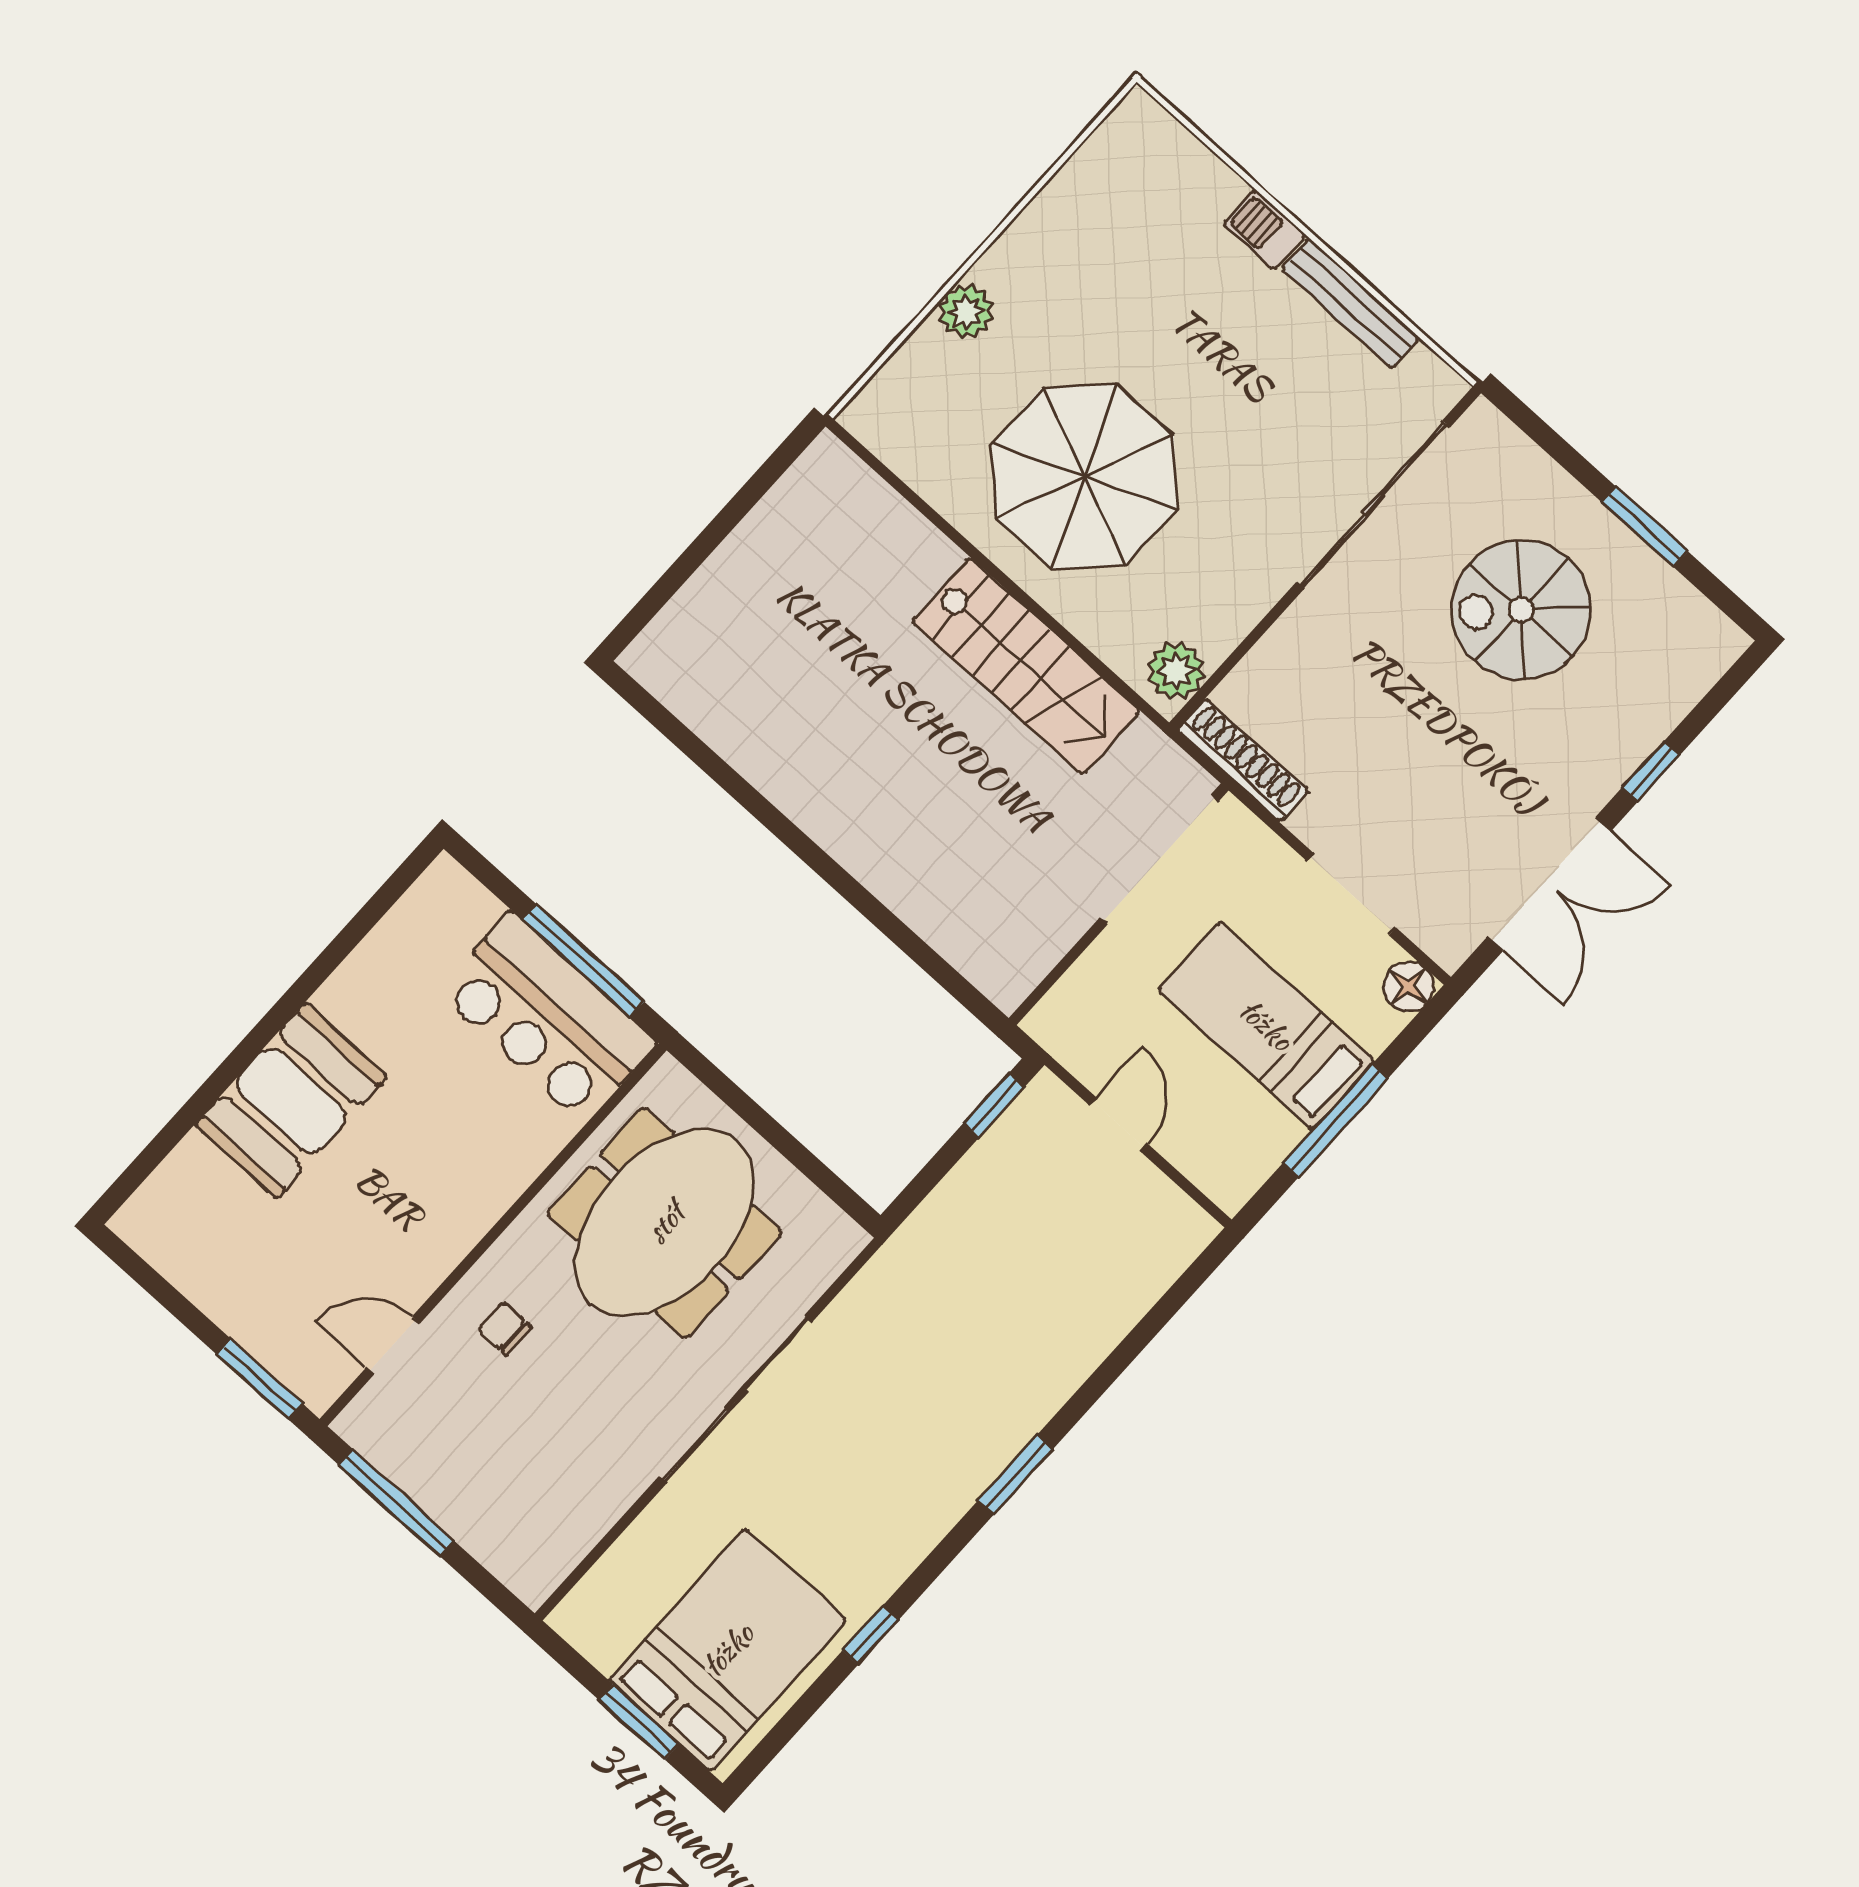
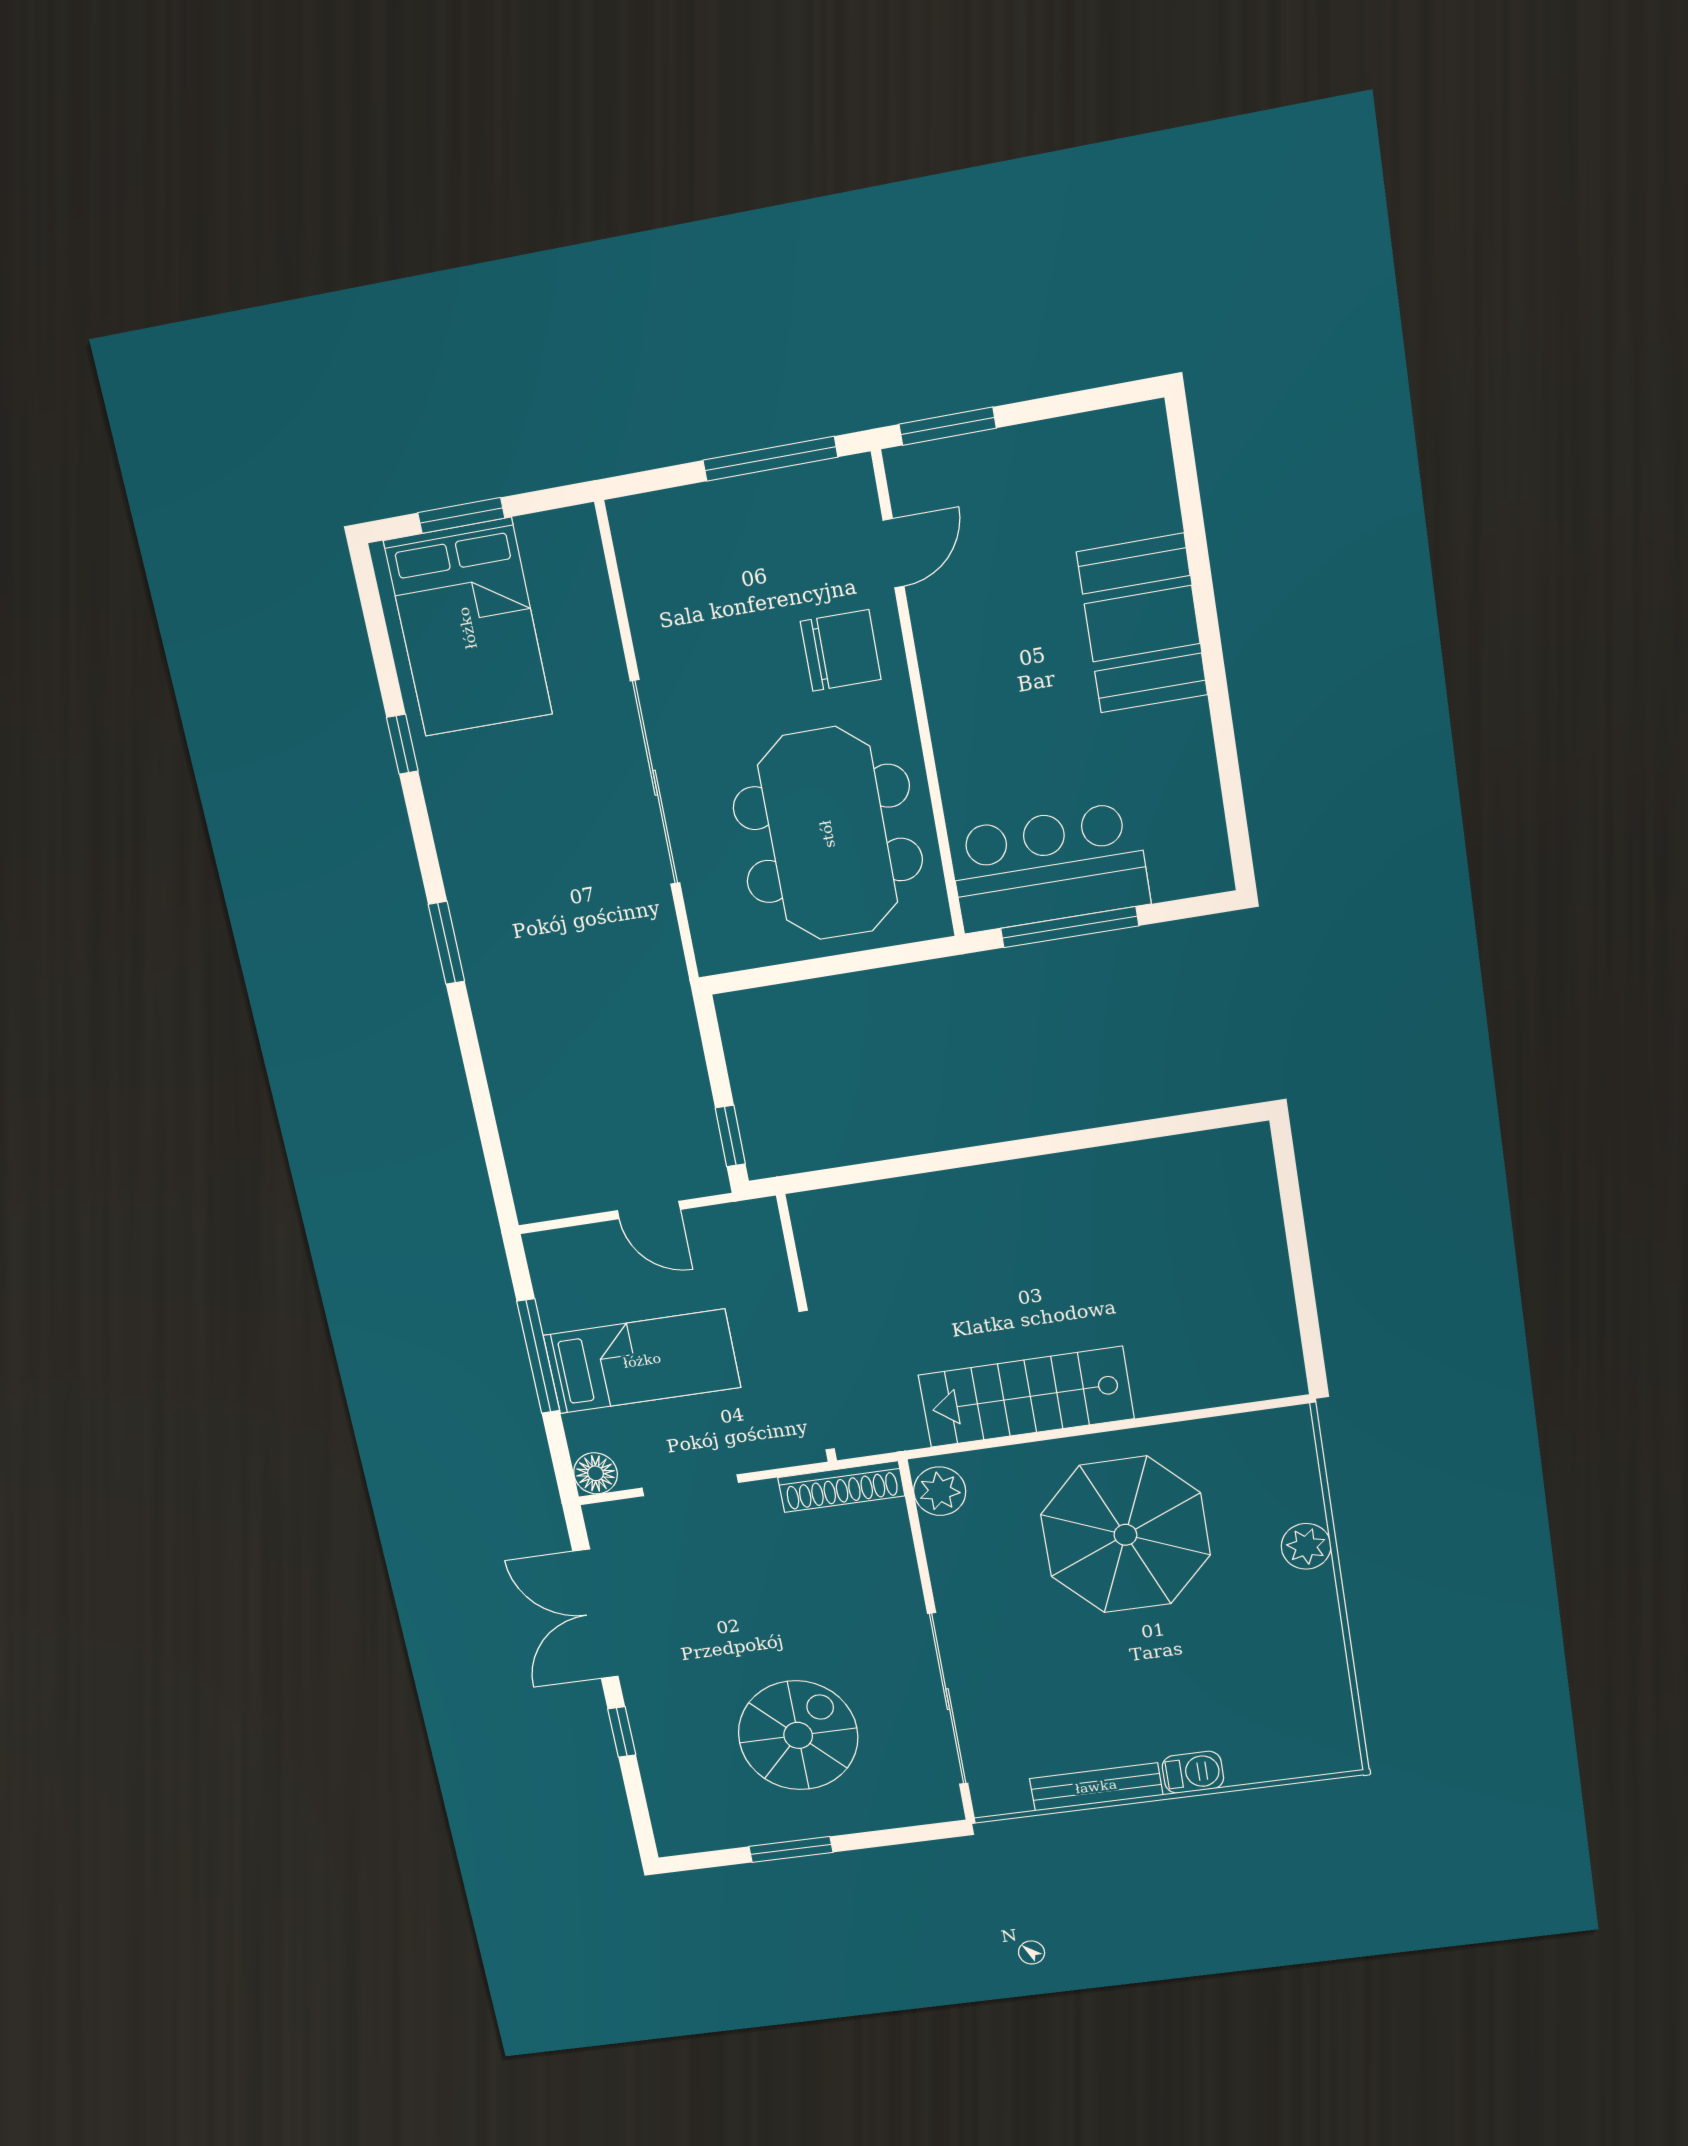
chair: (505, 1328) -> (841, 650), width x1.87, depth x1.87

